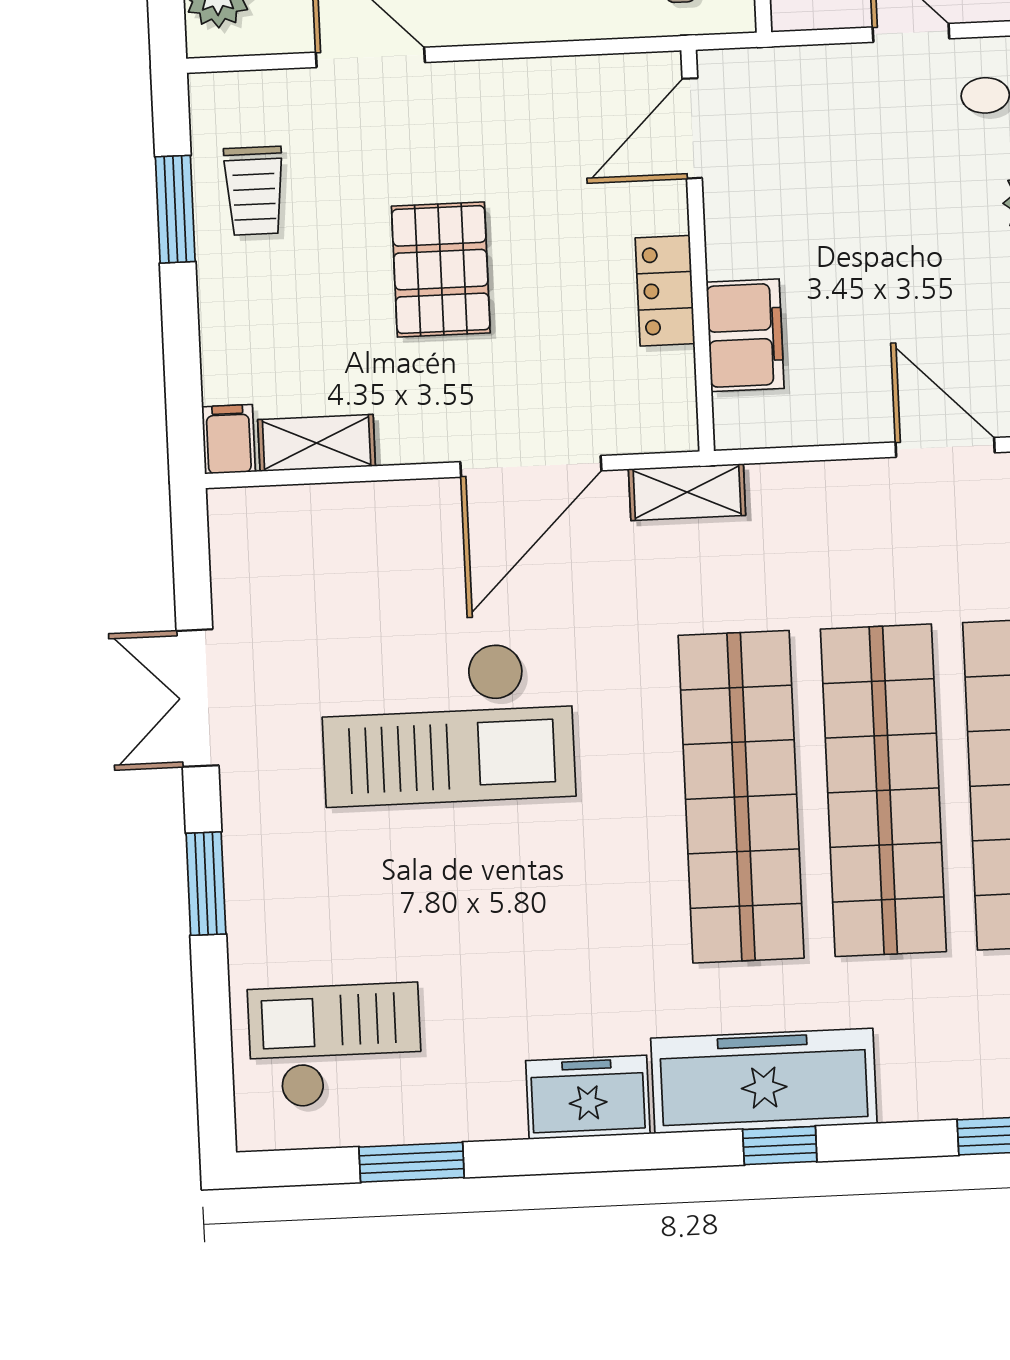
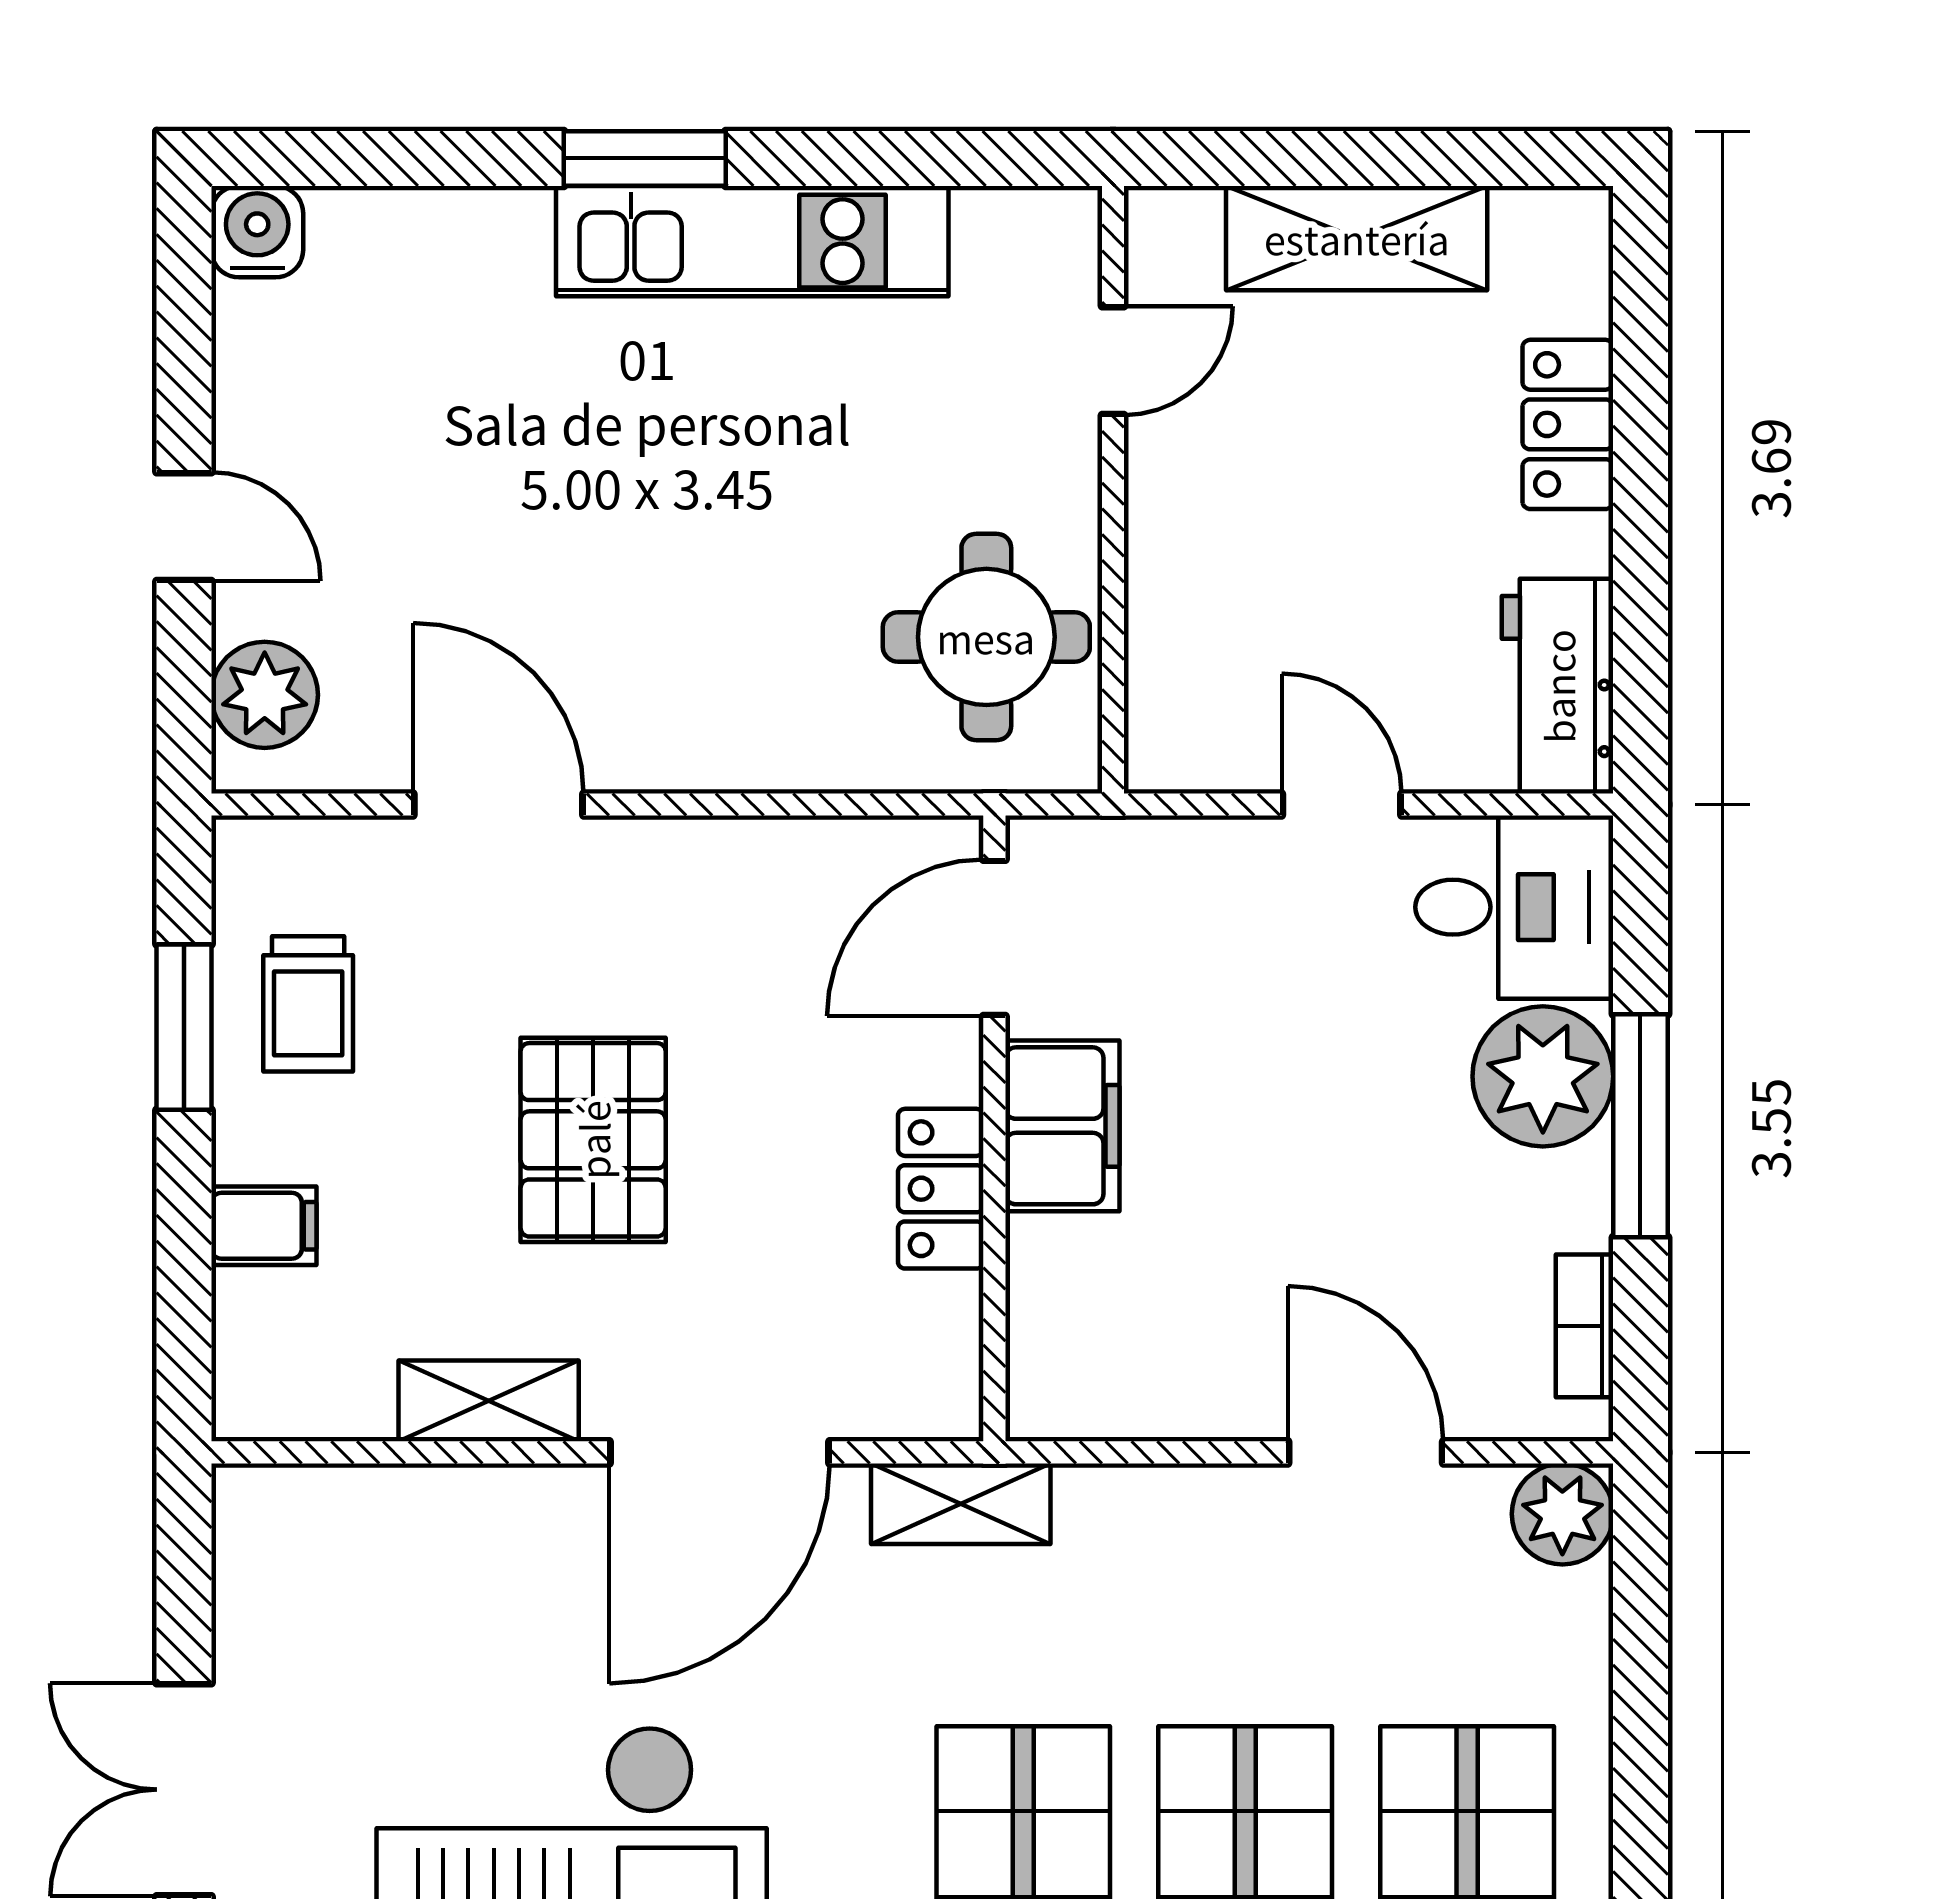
filing cabinet: (745, 335) -> (1062, 1126), moved
filing cabinet: (229, 439) -> (264, 1226), moved, turned 90
shelving: (317, 443) -> (489, 1401), moved

